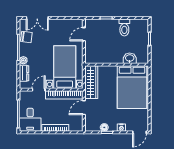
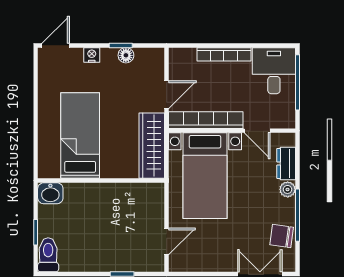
toilet: (124, 27) -> (48, 255), moved
washbasin: (130, 58) -> (50, 193), moved
bed: (132, 87) -> (80, 135), width x0.67
door: (39, 90) -> (257, 131), hinge flipped

